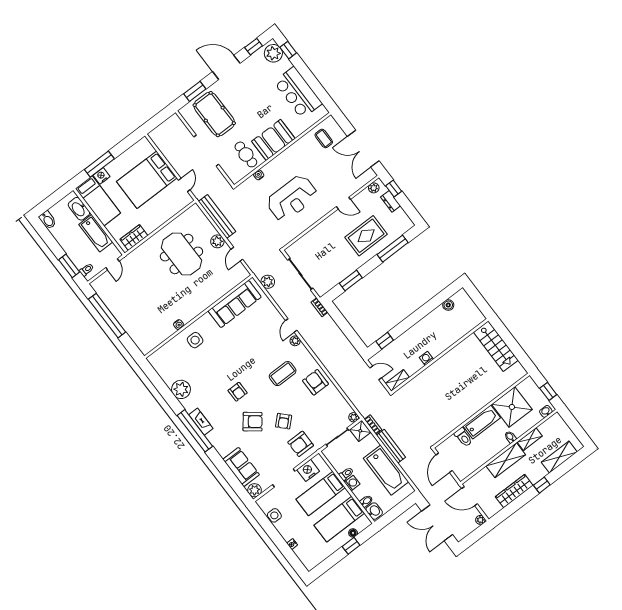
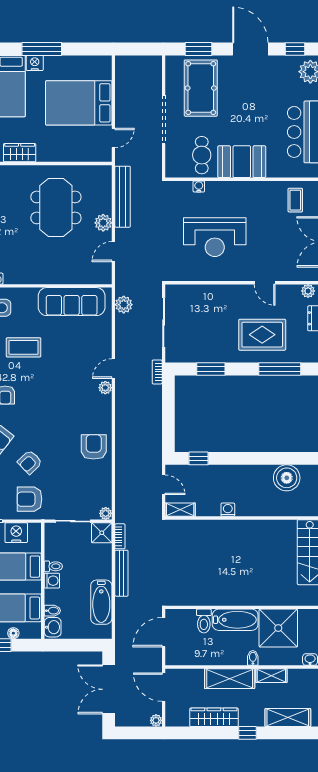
boiler: (448, 305) -> (287, 478), width x1.86, depth x1.86
coffee table: (283, 374) -> (24, 347), moved
bathtub: (386, 470) -> (101, 602), width x0.73, depth x0.73

